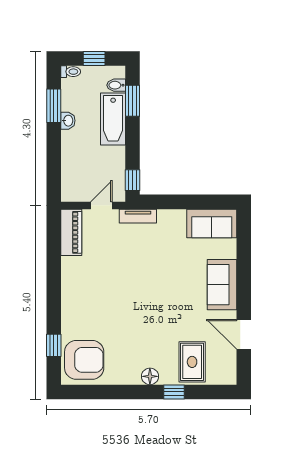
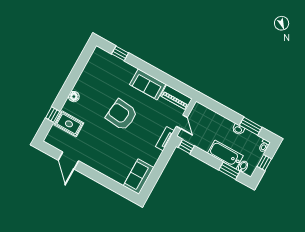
sofa: (222, 285) -> (148, 84), moved, turned 180
door: (244, 334) -> (68, 160), swing flipped
armchair: (84, 360) -> (122, 115), moved, turned 96
window: (174, 392) -> (53, 115), moved

